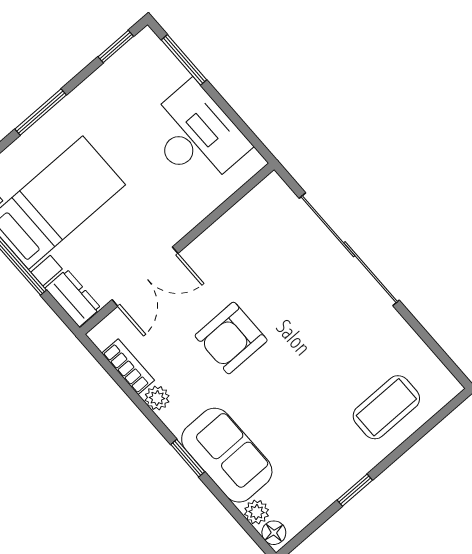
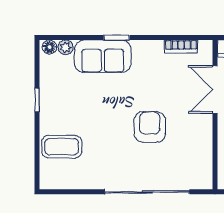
armchair: (231, 338) -> (150, 127), moved
plant: (157, 398) -> (156, 47), removed
coffee table: (386, 407) -> (62, 147), turned 90

